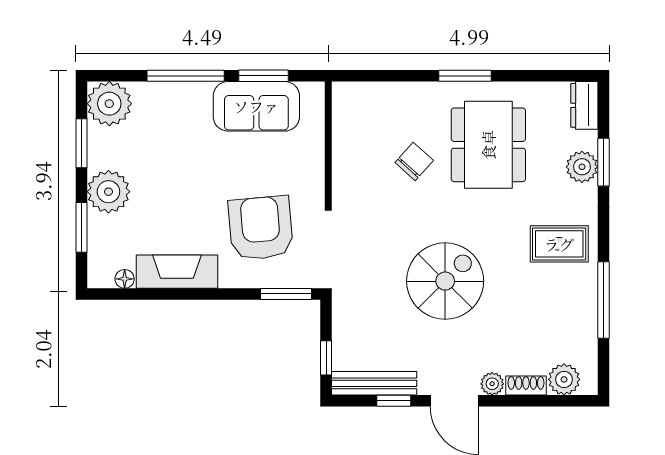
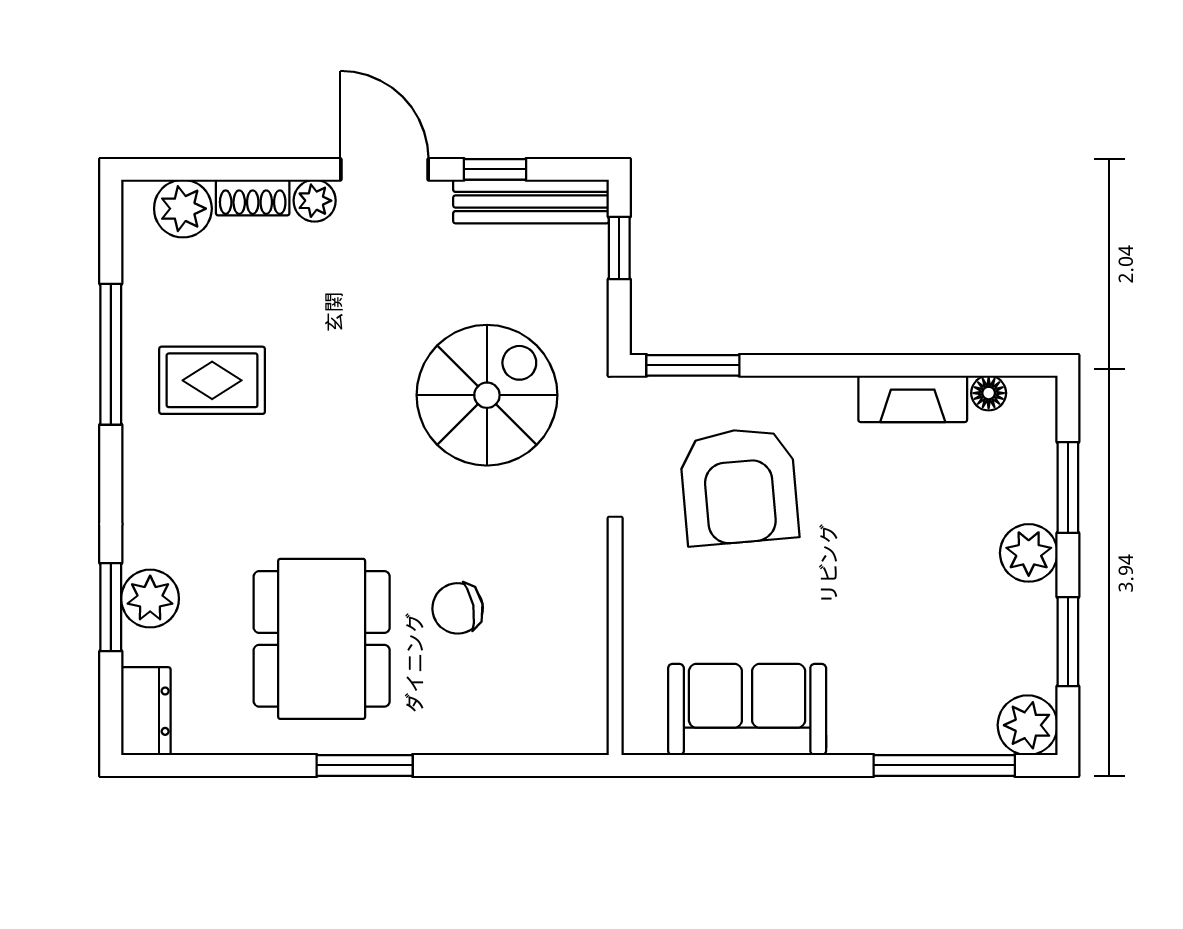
window: (186, 76) -> (944, 765), moved
window: (263, 76) -> (734, 765), removed
plant: (109, 104) -> (1028, 725), width x0.73, depth x0.73
chair: (414, 161) -> (458, 608), turned 37
plant: (108, 192) -> (1029, 553), width x0.73, depth x0.73
rug: (559, 244) -> (212, 380), moved
fireplace: (177, 272) -> (913, 399), width x0.73, depth x0.76
spiral stairs: (445, 281) -> (487, 395), moved, turned 180

